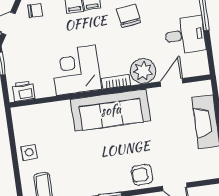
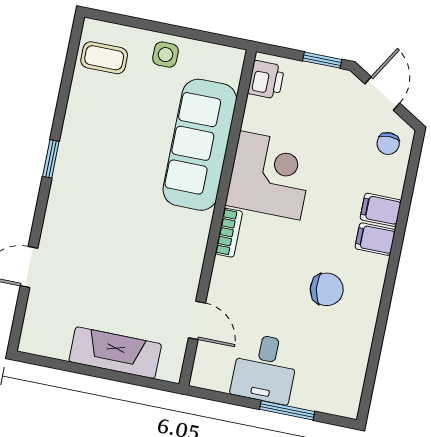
plant: (143, 71) -> (231, 281), removed
sofa: (111, 110) -> (200, 145), moved
armchair: (142, 175) -> (67, 222), removed

